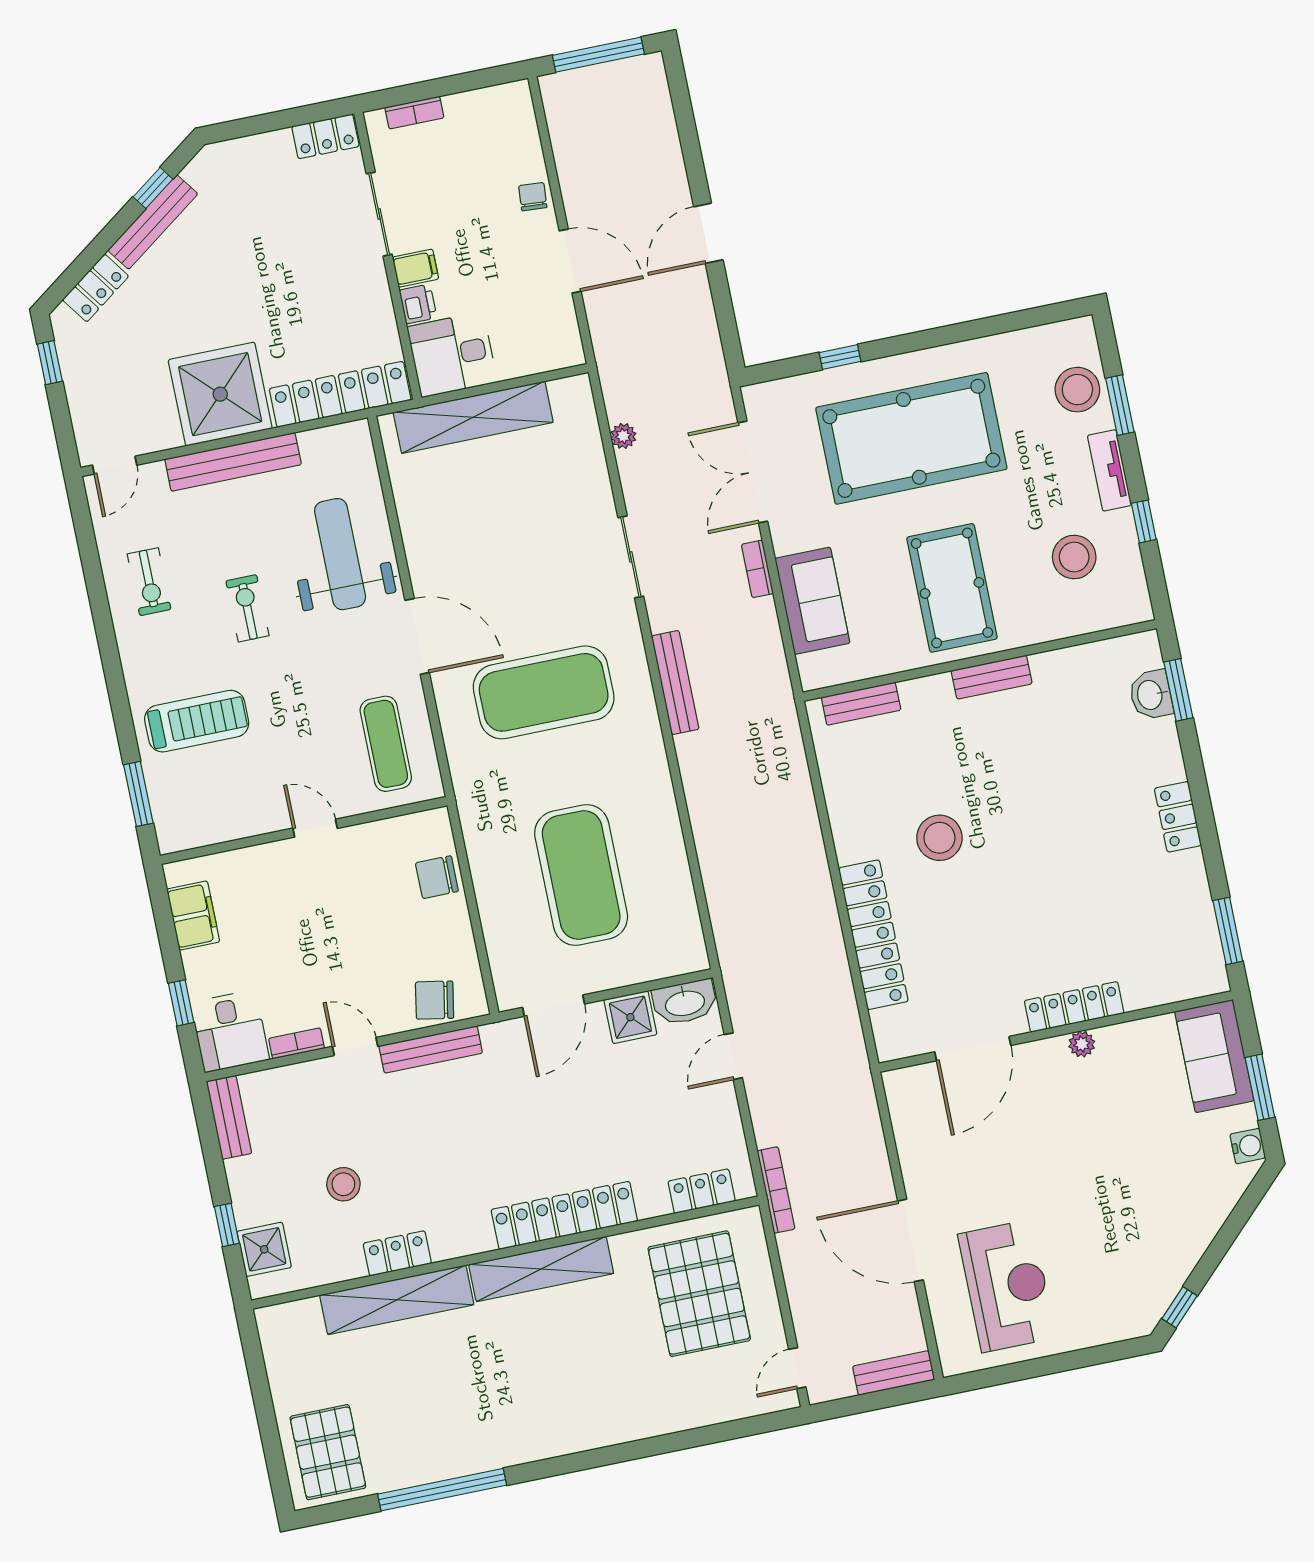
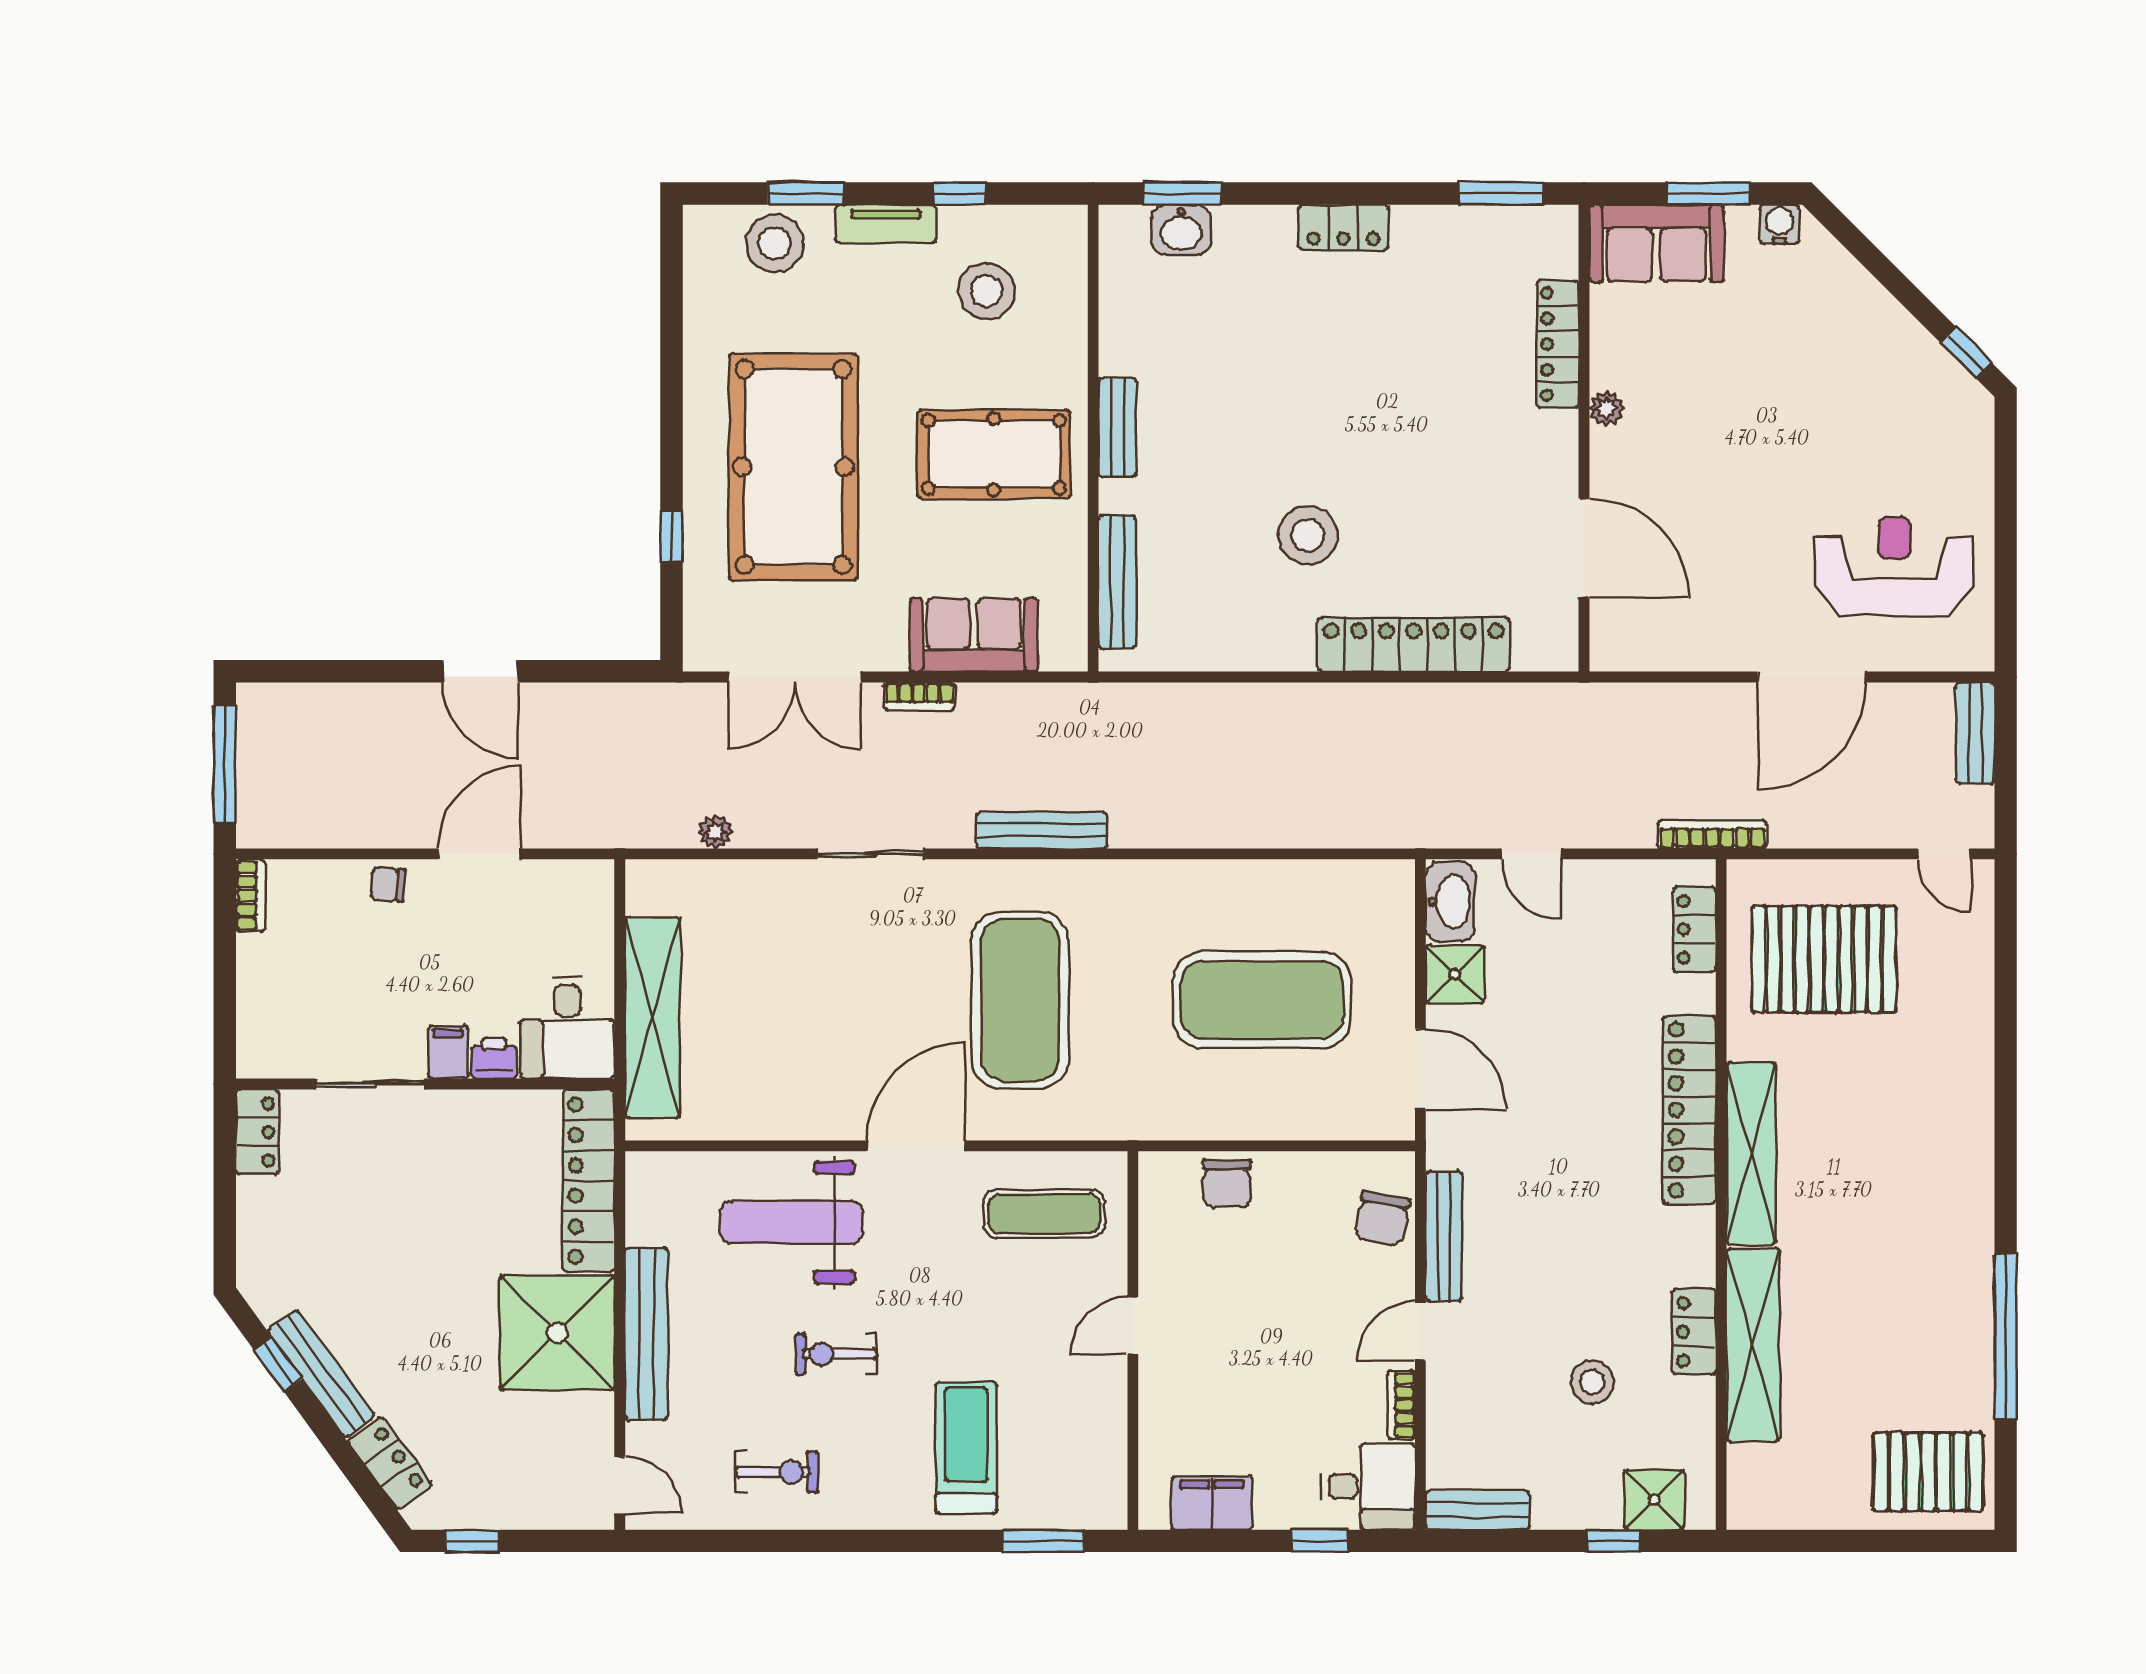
bookcase: (414, 113) -> (250, 896), moved
bench: (861, 704) -> (1117, 582), width x1.36
locker: (1074, 1007) -> (1558, 344), moved

